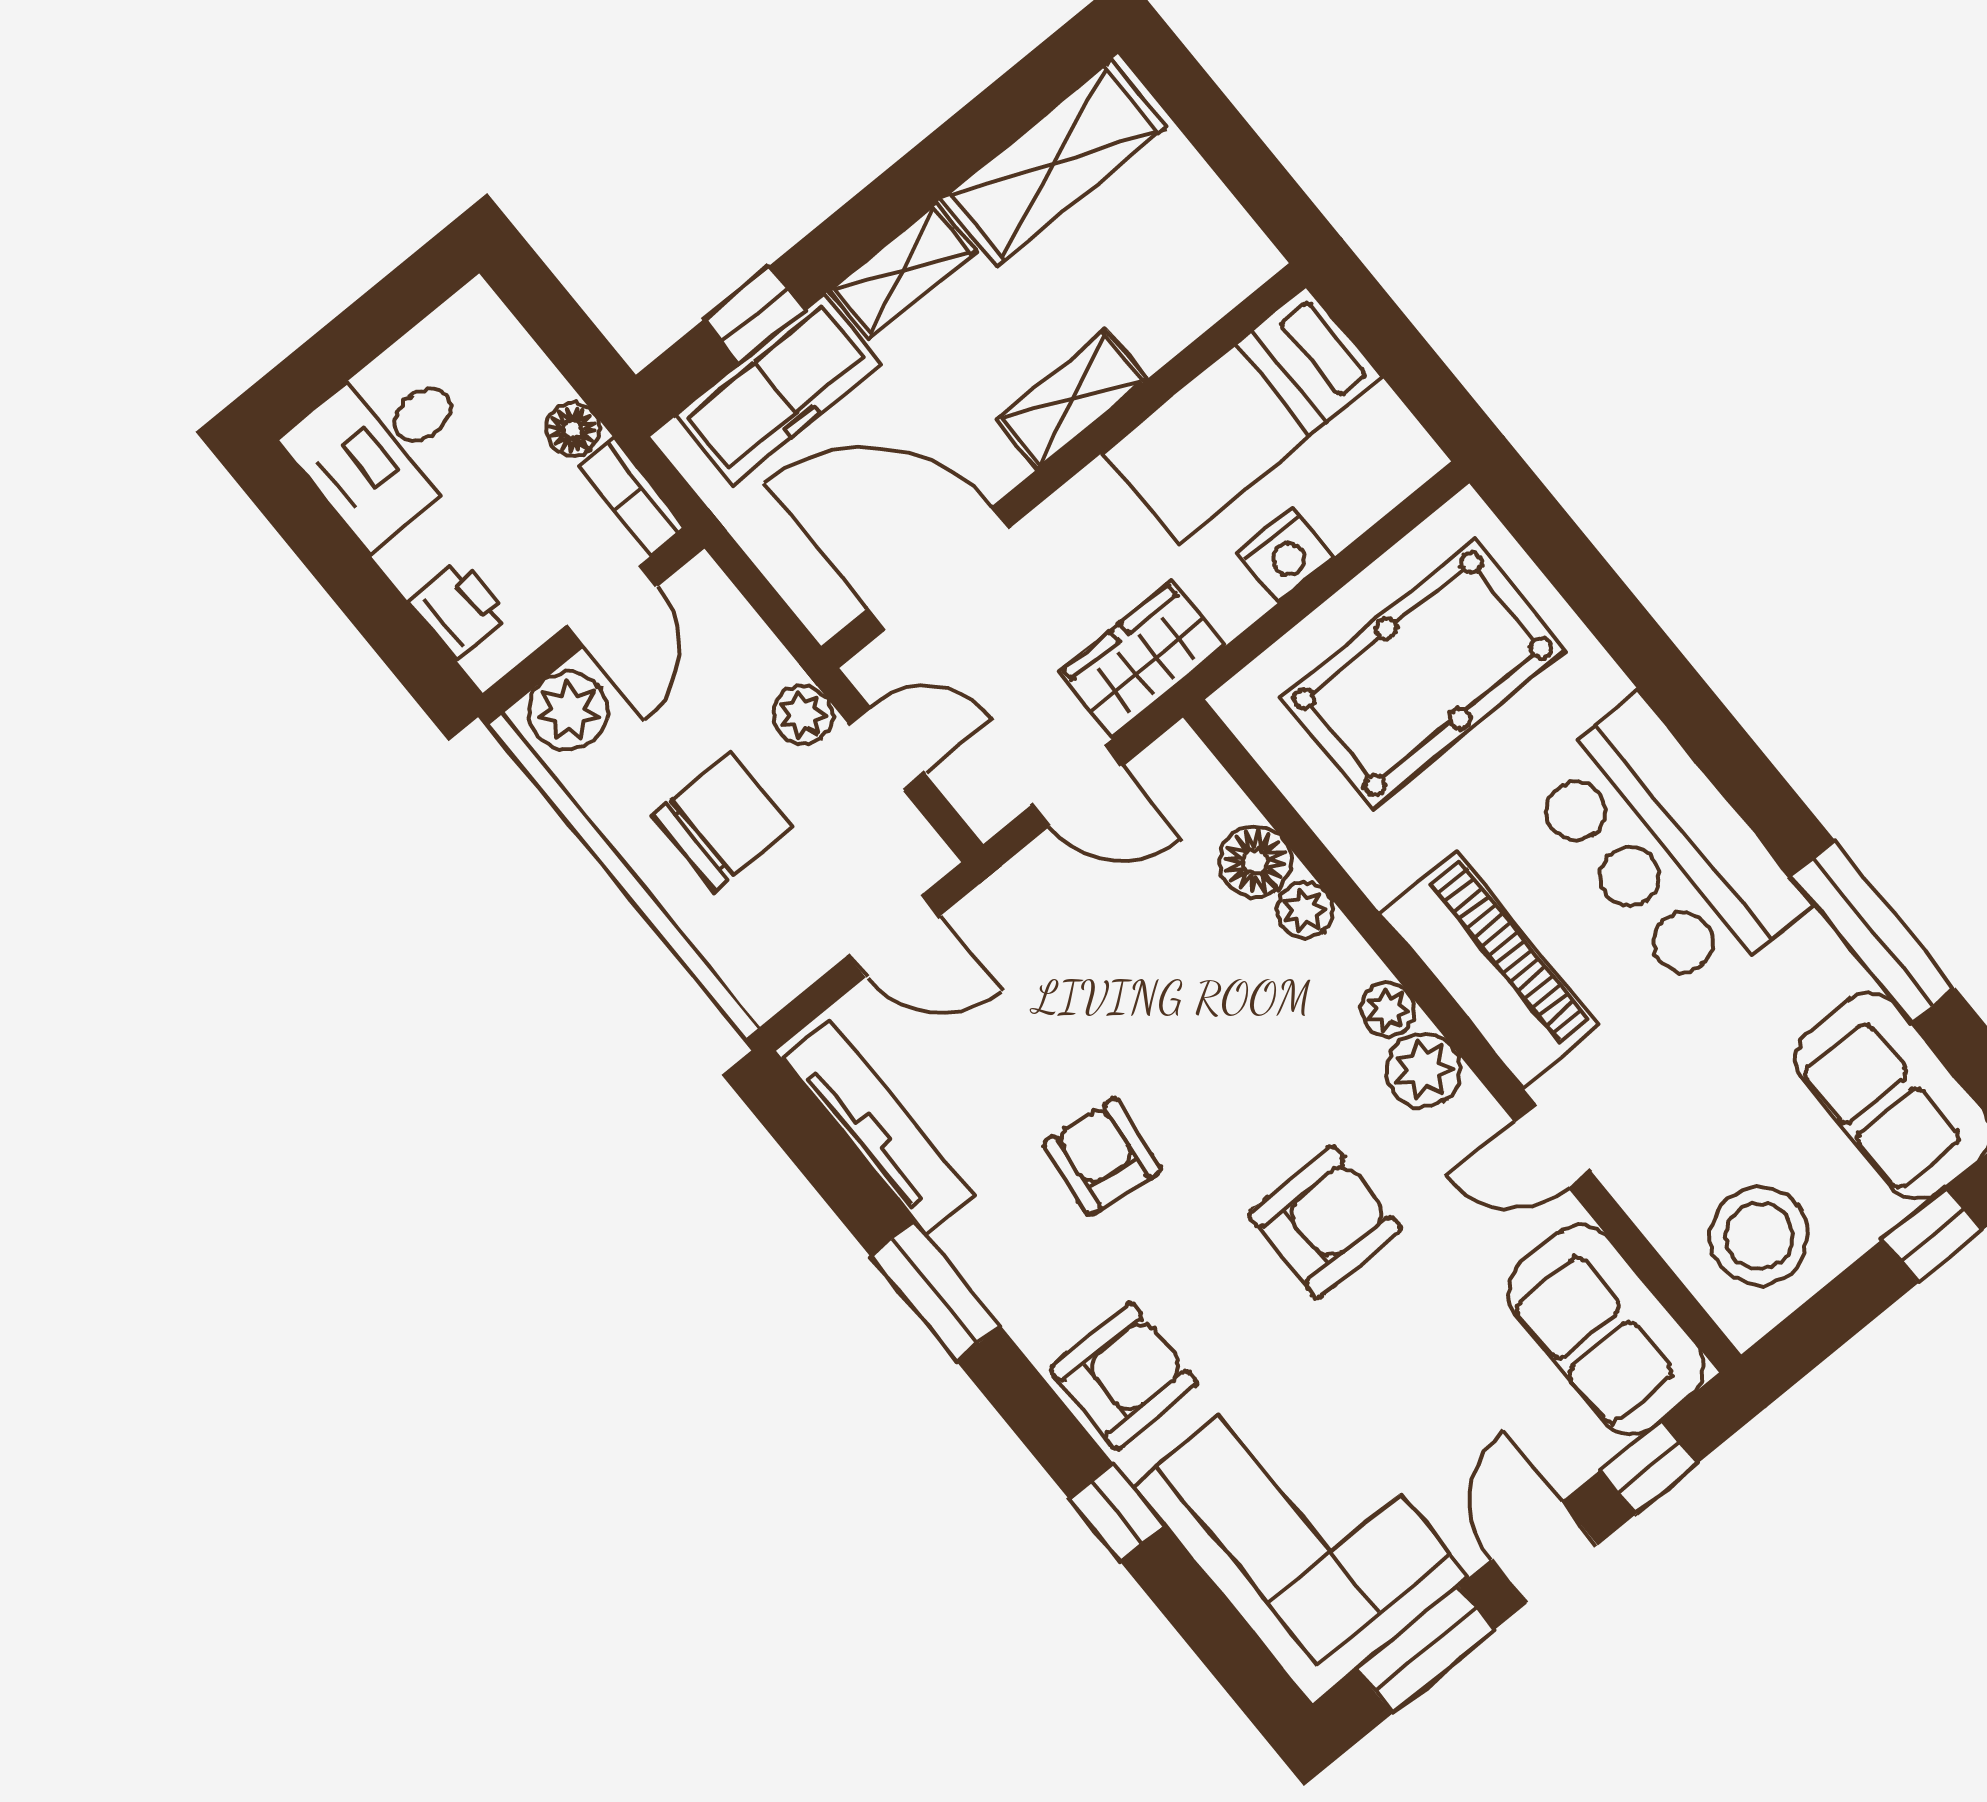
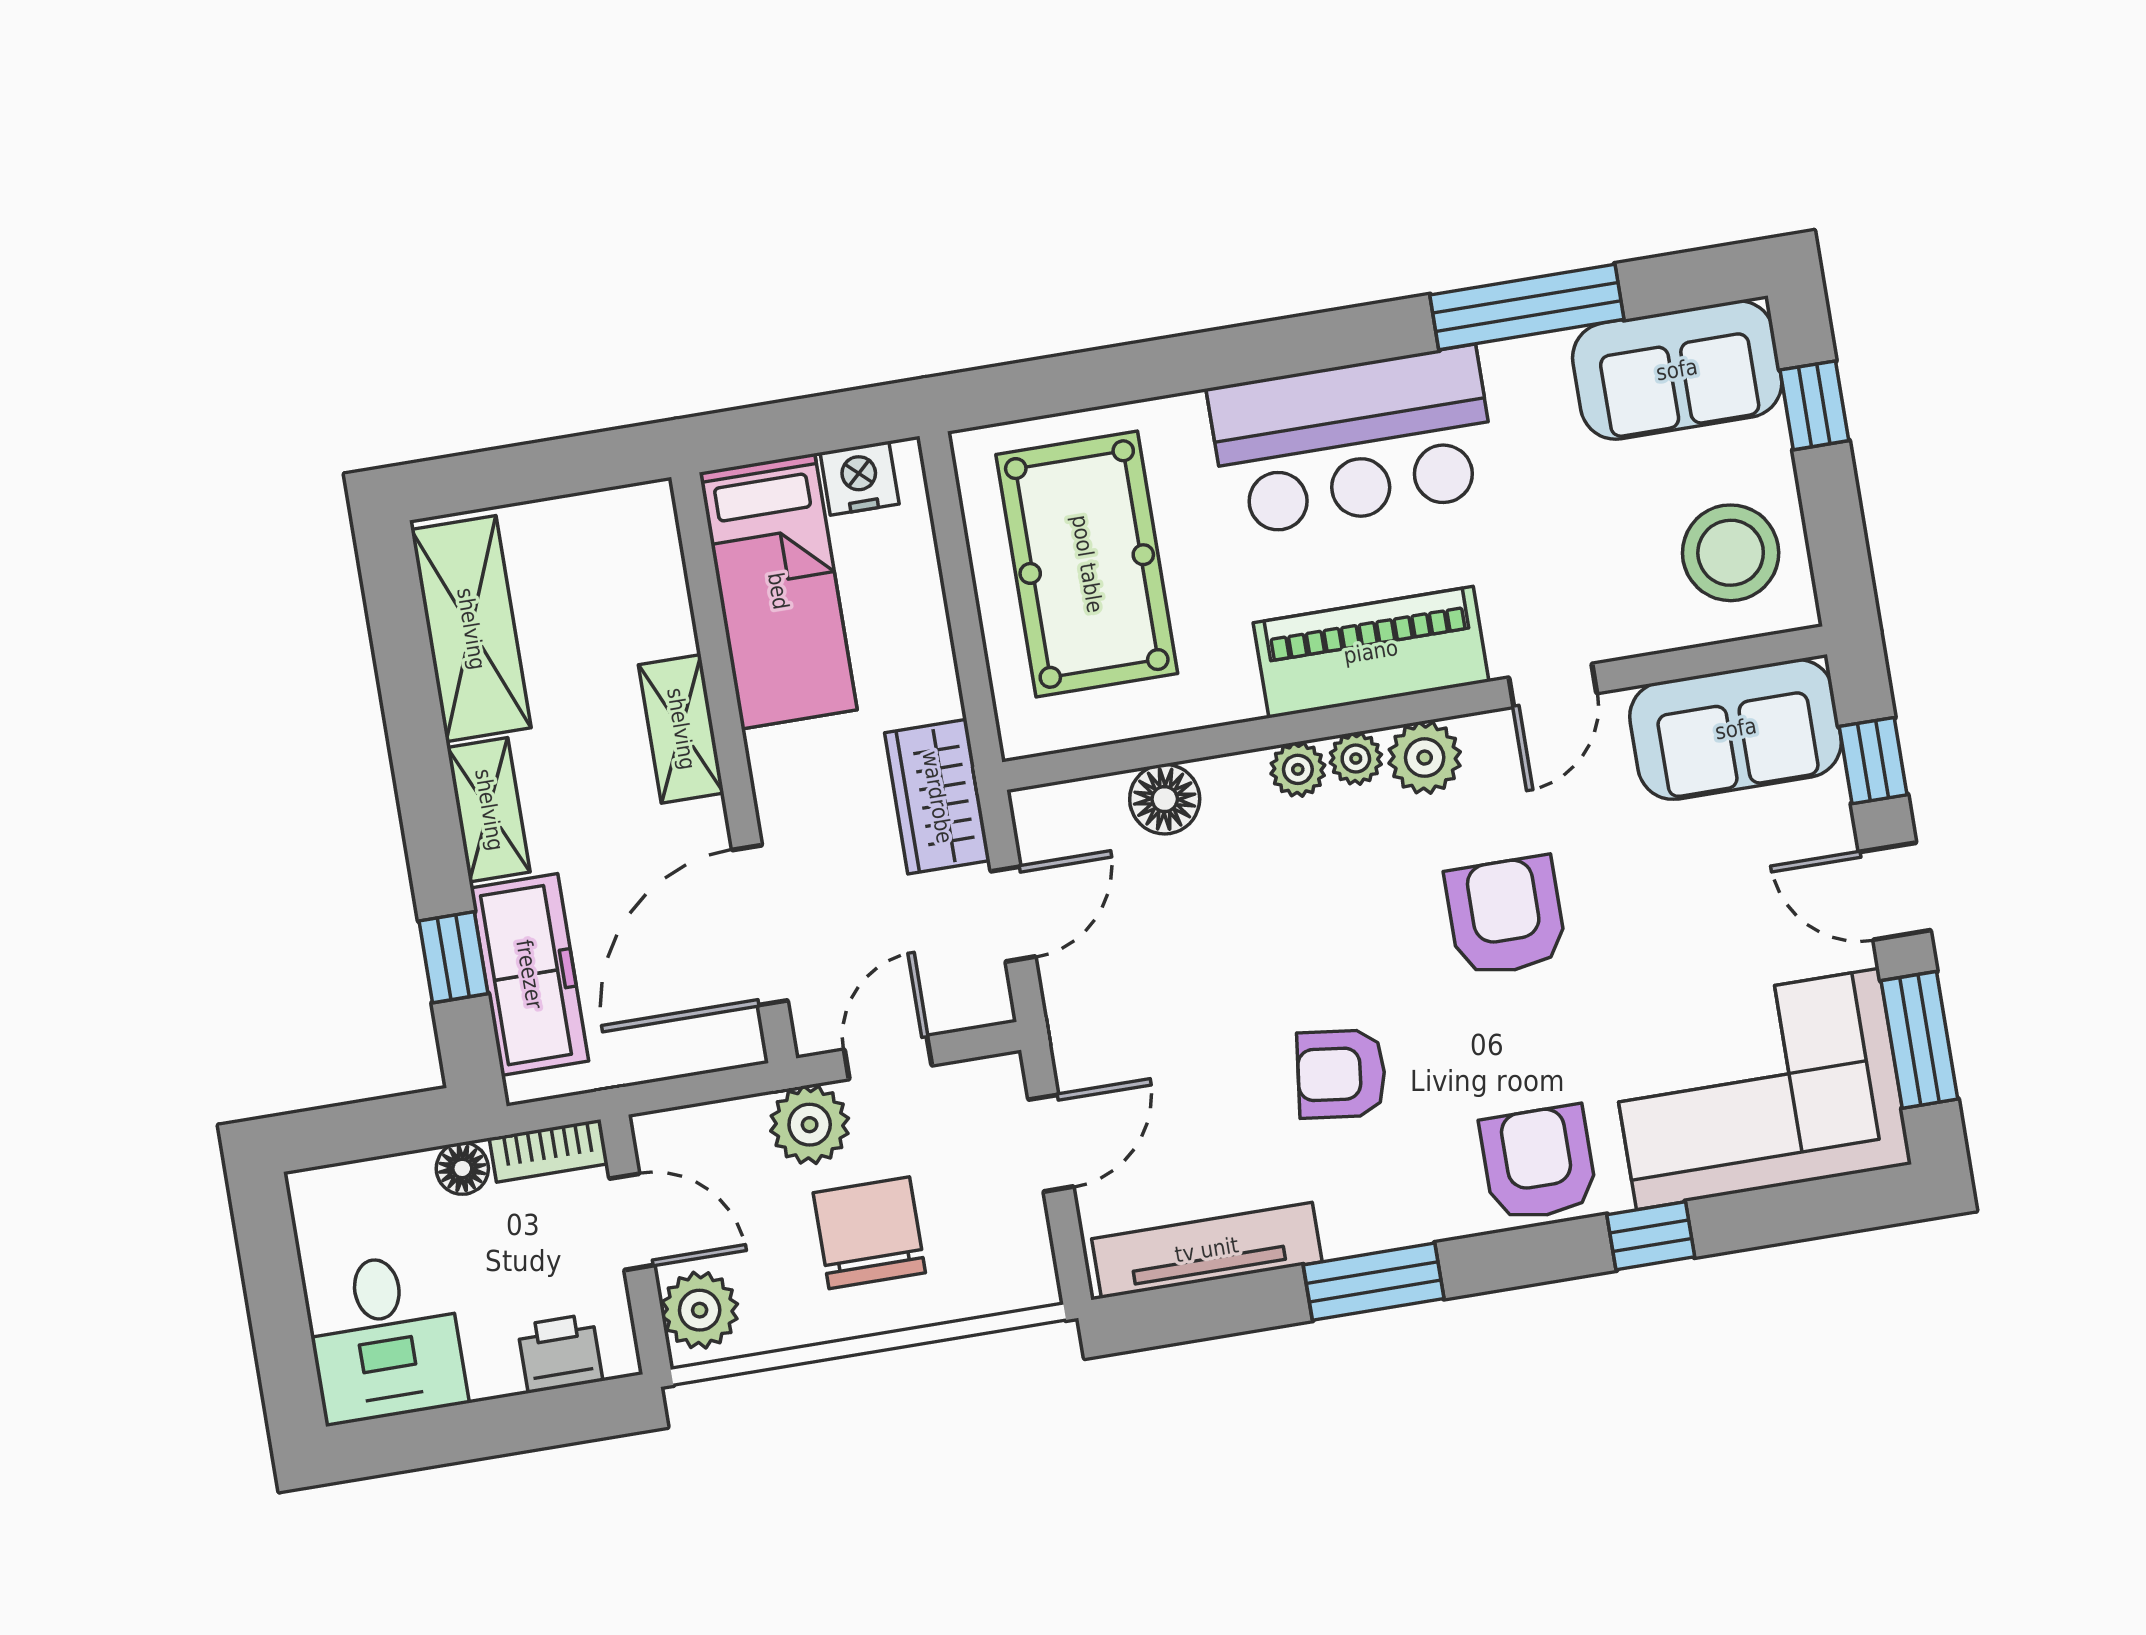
nightstand: (1285, 555) -> (860, 478), moved, turned -90
plant: (803, 715) -> (810, 1125), width x1.38, depth x1.38
plant: (1305, 910) -> (1298, 769), moved

